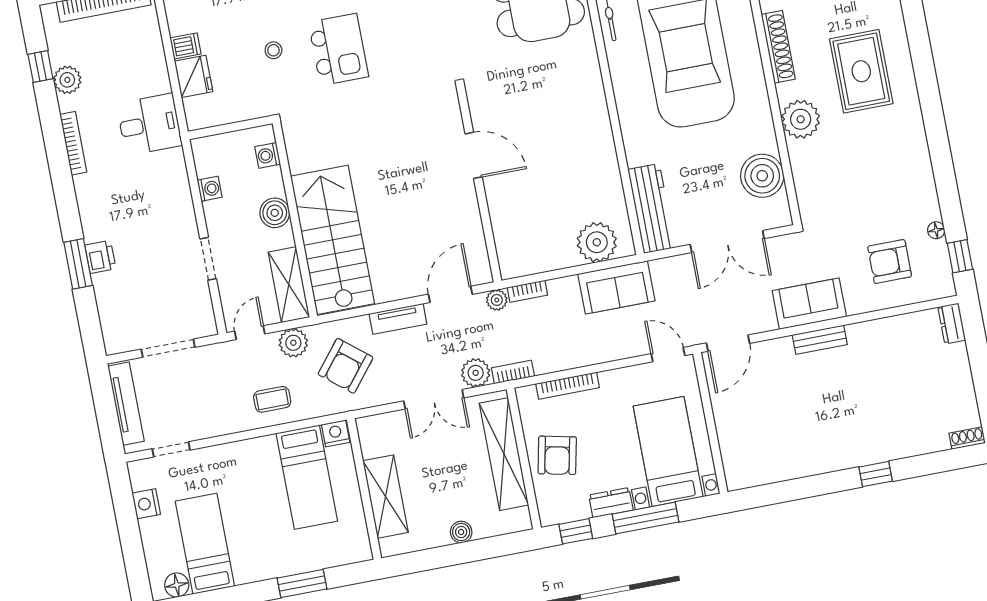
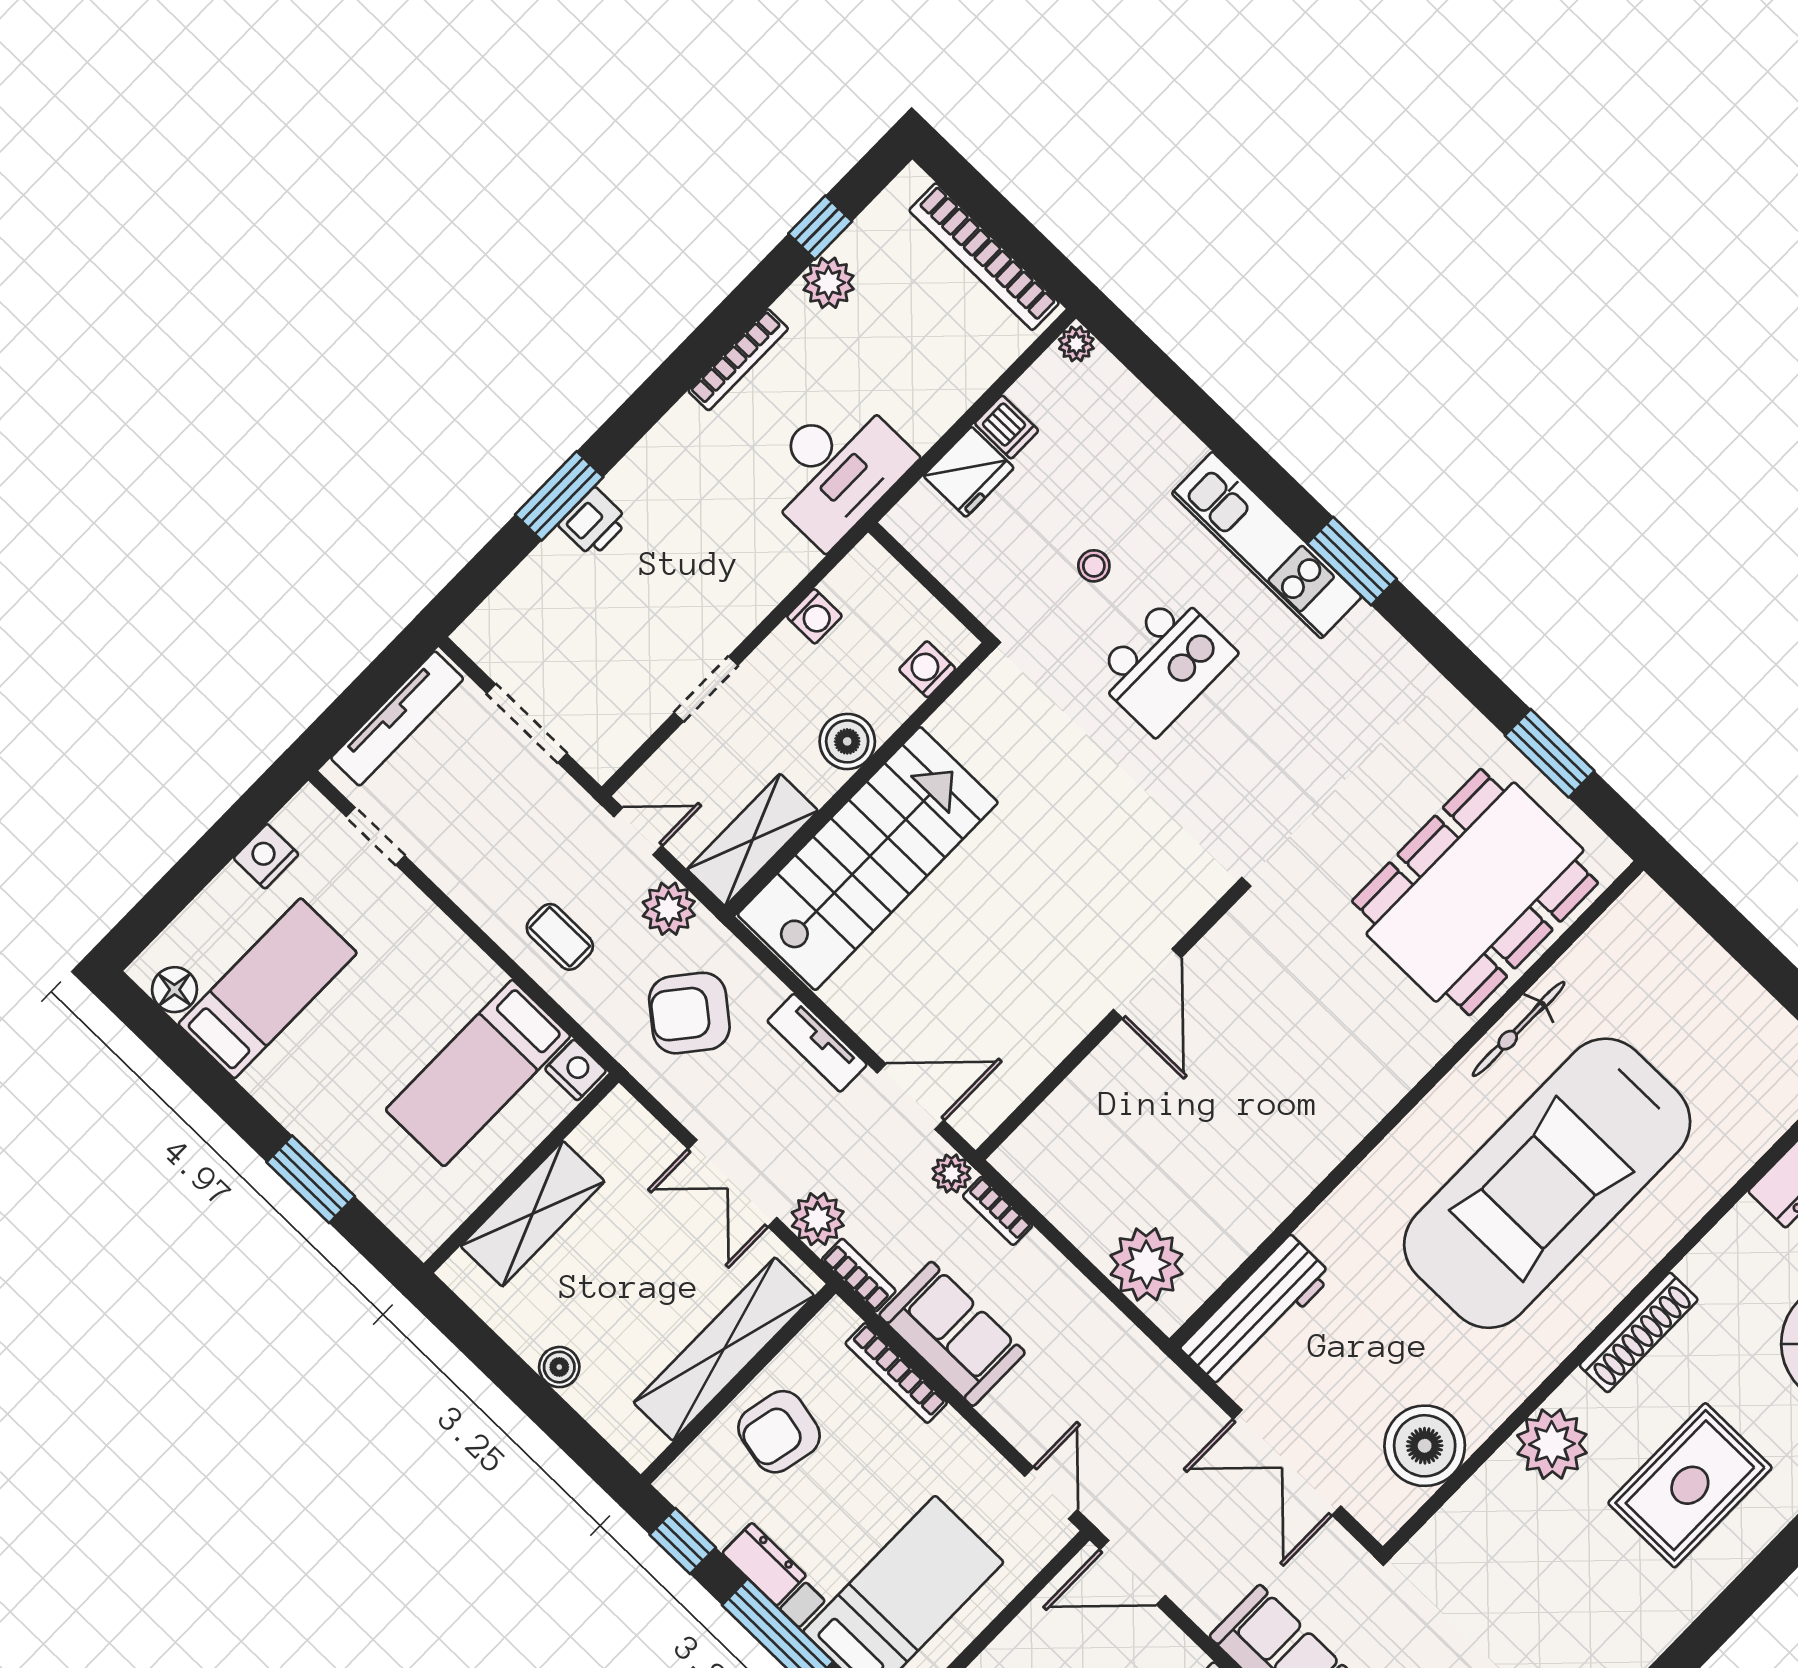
desk: (149, 124) -> (835, 469), width x1.37
sofa: (616, 287) -> (952, 1334), moved, turned 180

